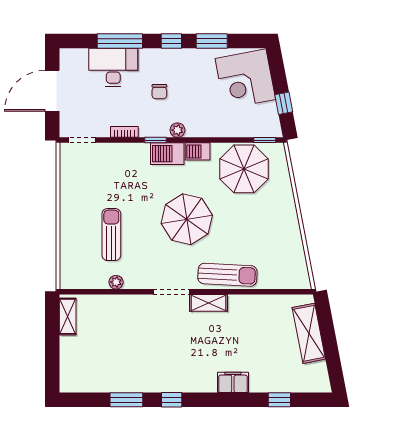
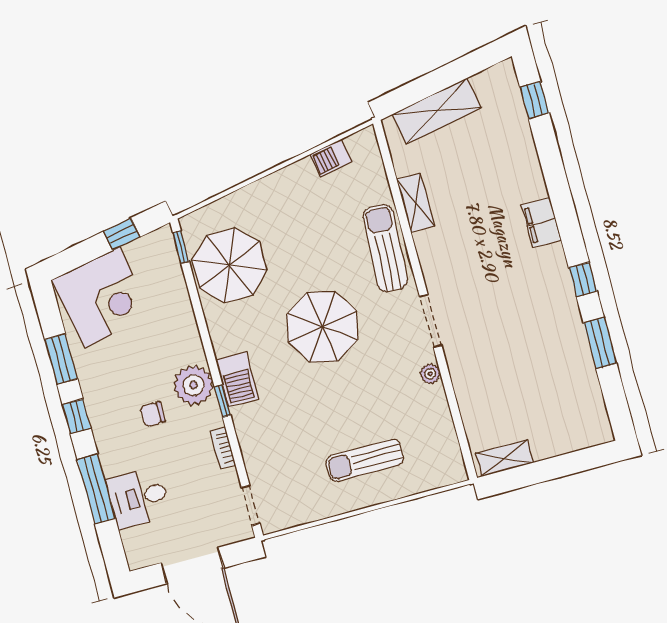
desk: (113, 67) -> (138, 498), width x0.73
chair: (159, 92) -> (153, 414), turned 180
plant: (177, 130) -> (193, 385), width x1.88, depth x1.88
barbecue: (198, 151) -> (331, 158), moved, turned 79
sun lounger: (111, 235) -> (365, 460), moved
plant: (116, 282) -> (430, 374), moved
shelving: (208, 303) -> (416, 203), moved
filing cabinet: (233, 382) -> (541, 223), moved
window: (279, 400) -> (534, 100), moved

